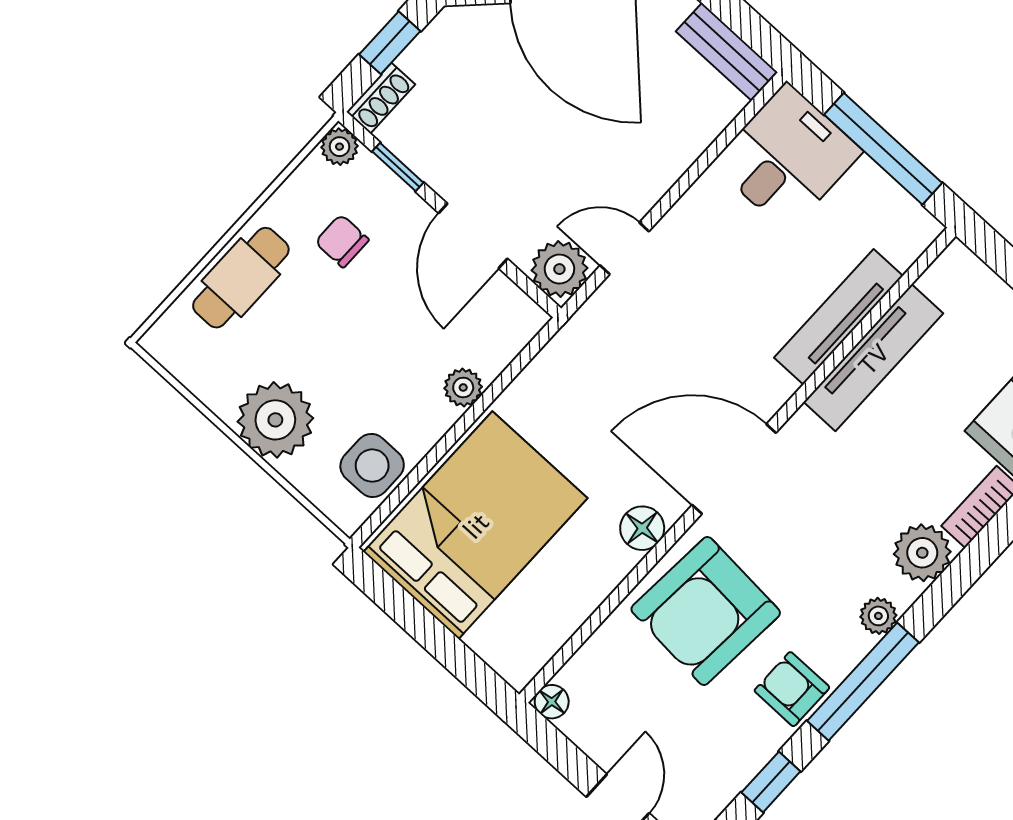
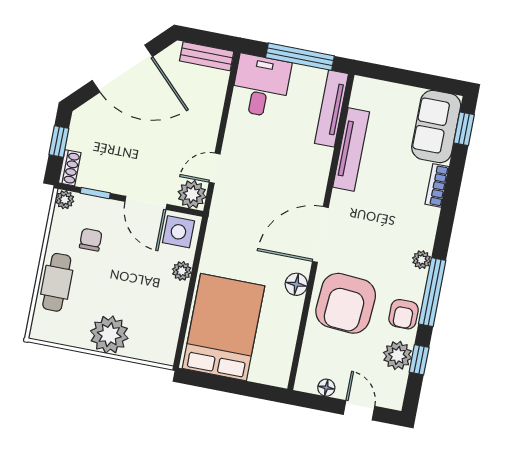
chair: (342, 241) -> (91, 240), turned 90
tv unit: (838, 317) -> (331, 109), moved
side table: (372, 466) -> (178, 232), moved
plant: (922, 553) -> (398, 355), moved
armchair: (792, 689) -> (404, 314), turned -90
floor lamp: (552, 702) -> (326, 388), moved

